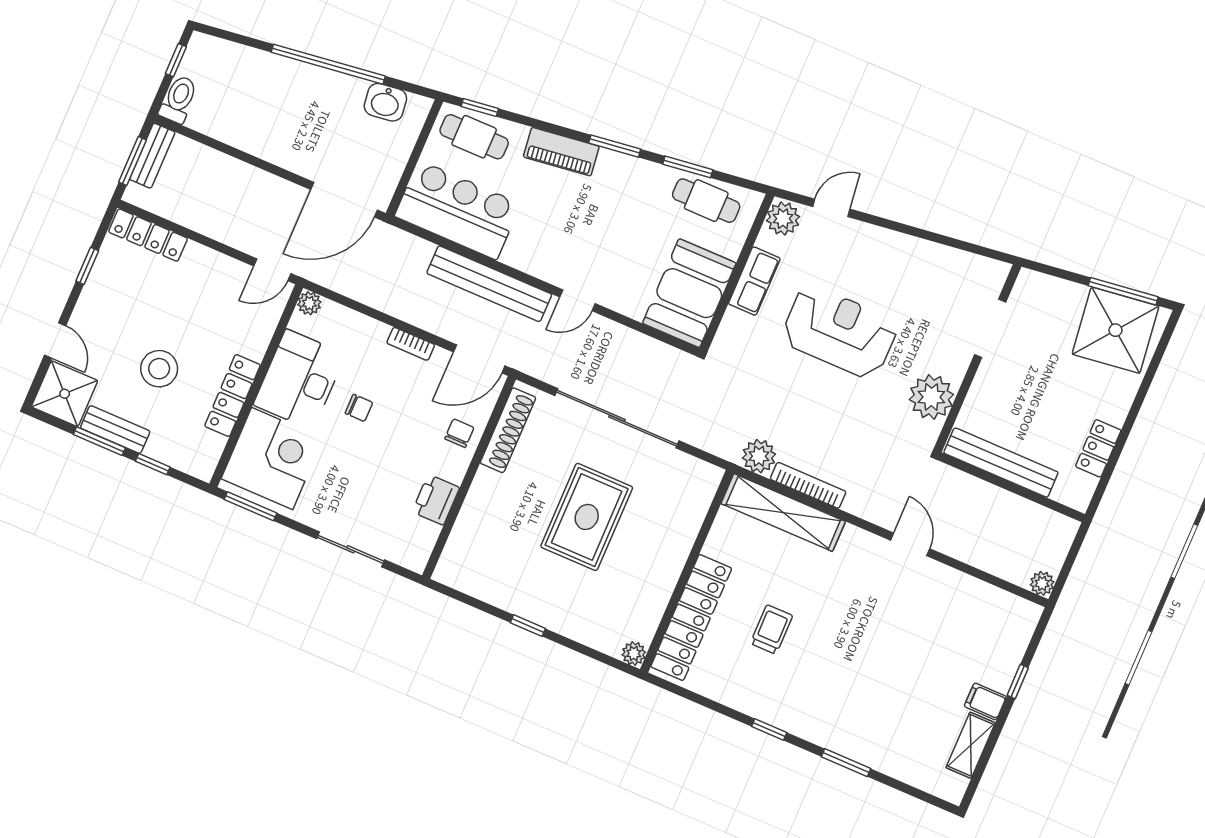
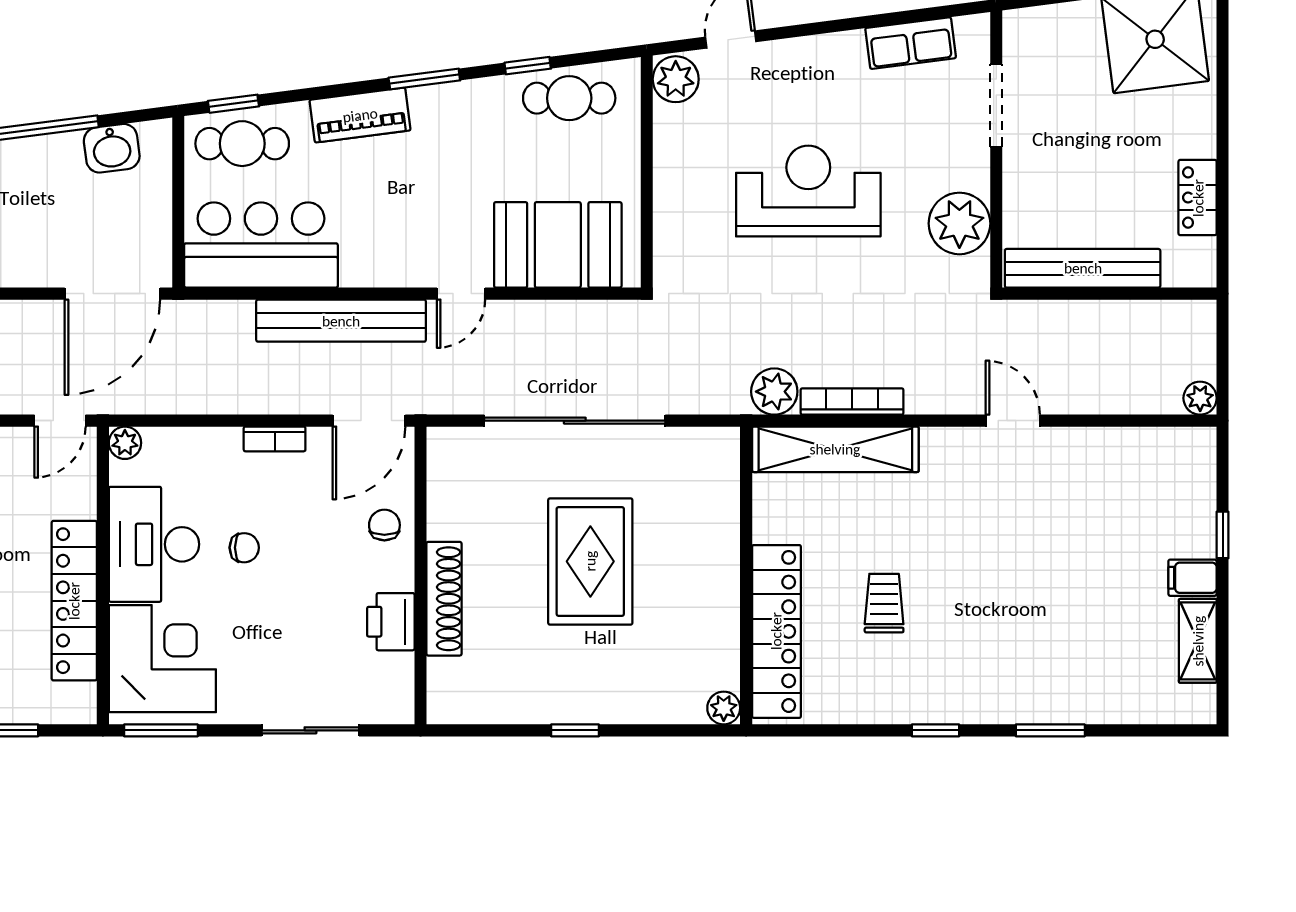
window: (688, 167) -> (528, 66), width x0.67
row of seats: (754, 281) -> (911, 43), moved, turned 83
booth: (689, 293) -> (558, 245), moved, turned 90
locker: (232, 395) -> (74, 601), width x1.41, depth x1.21
shoe rack: (508, 430) -> (444, 599), moved

